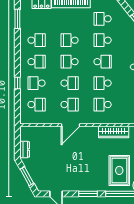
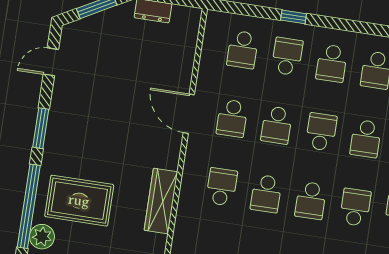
school desk: (70, 40) -> (366, 139), turned 180
school desk: (103, 83) -> (266, 194), turned 180

